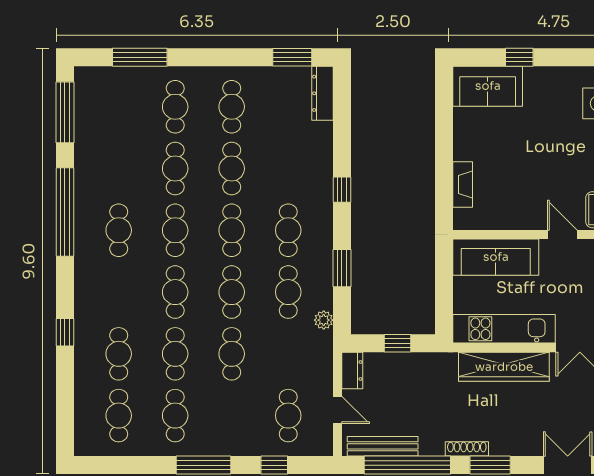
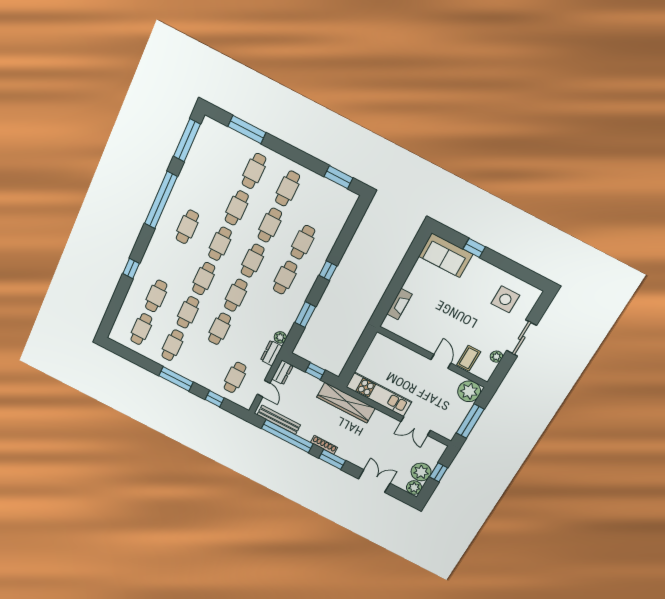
dresser: (322, 93) -> (271, 353), moved, width x0.70
sofa: (496, 257) -> (396, 354), removed
cafe table: (288, 292) -> (303, 242), moved
wardrobe: (504, 367) -> (346, 403), moved

